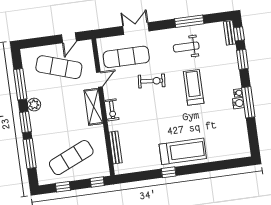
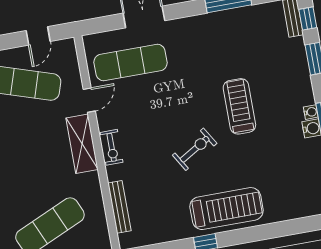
weight bench: (186, 47) -> (225, 43), removed
exercise bike: (152, 81) -> (195, 149), moved, turned -36

